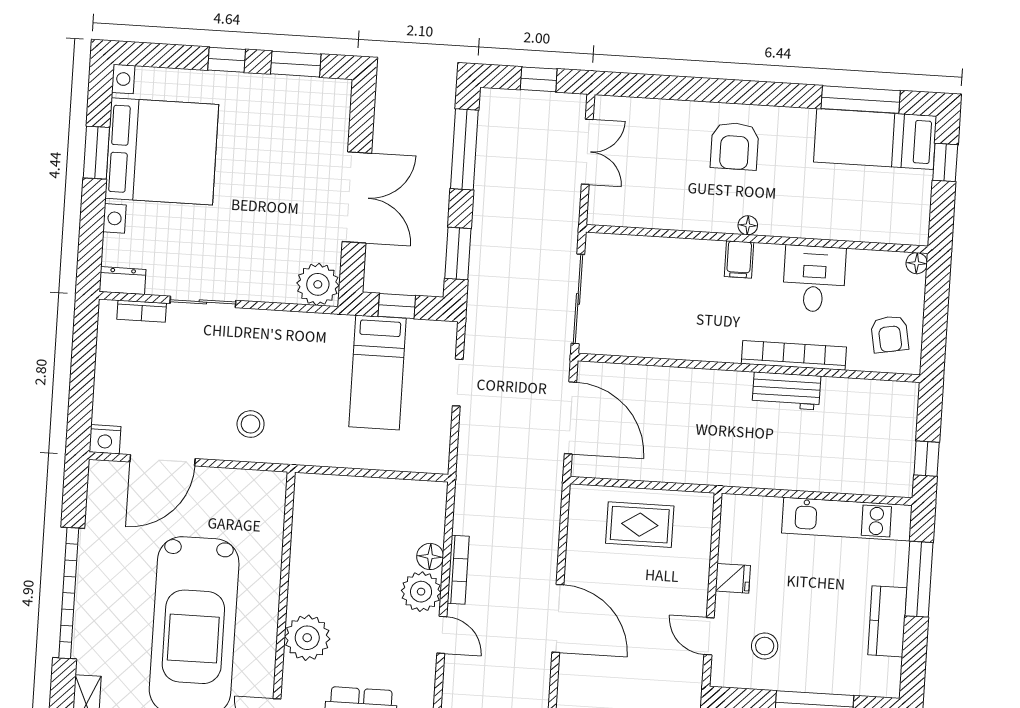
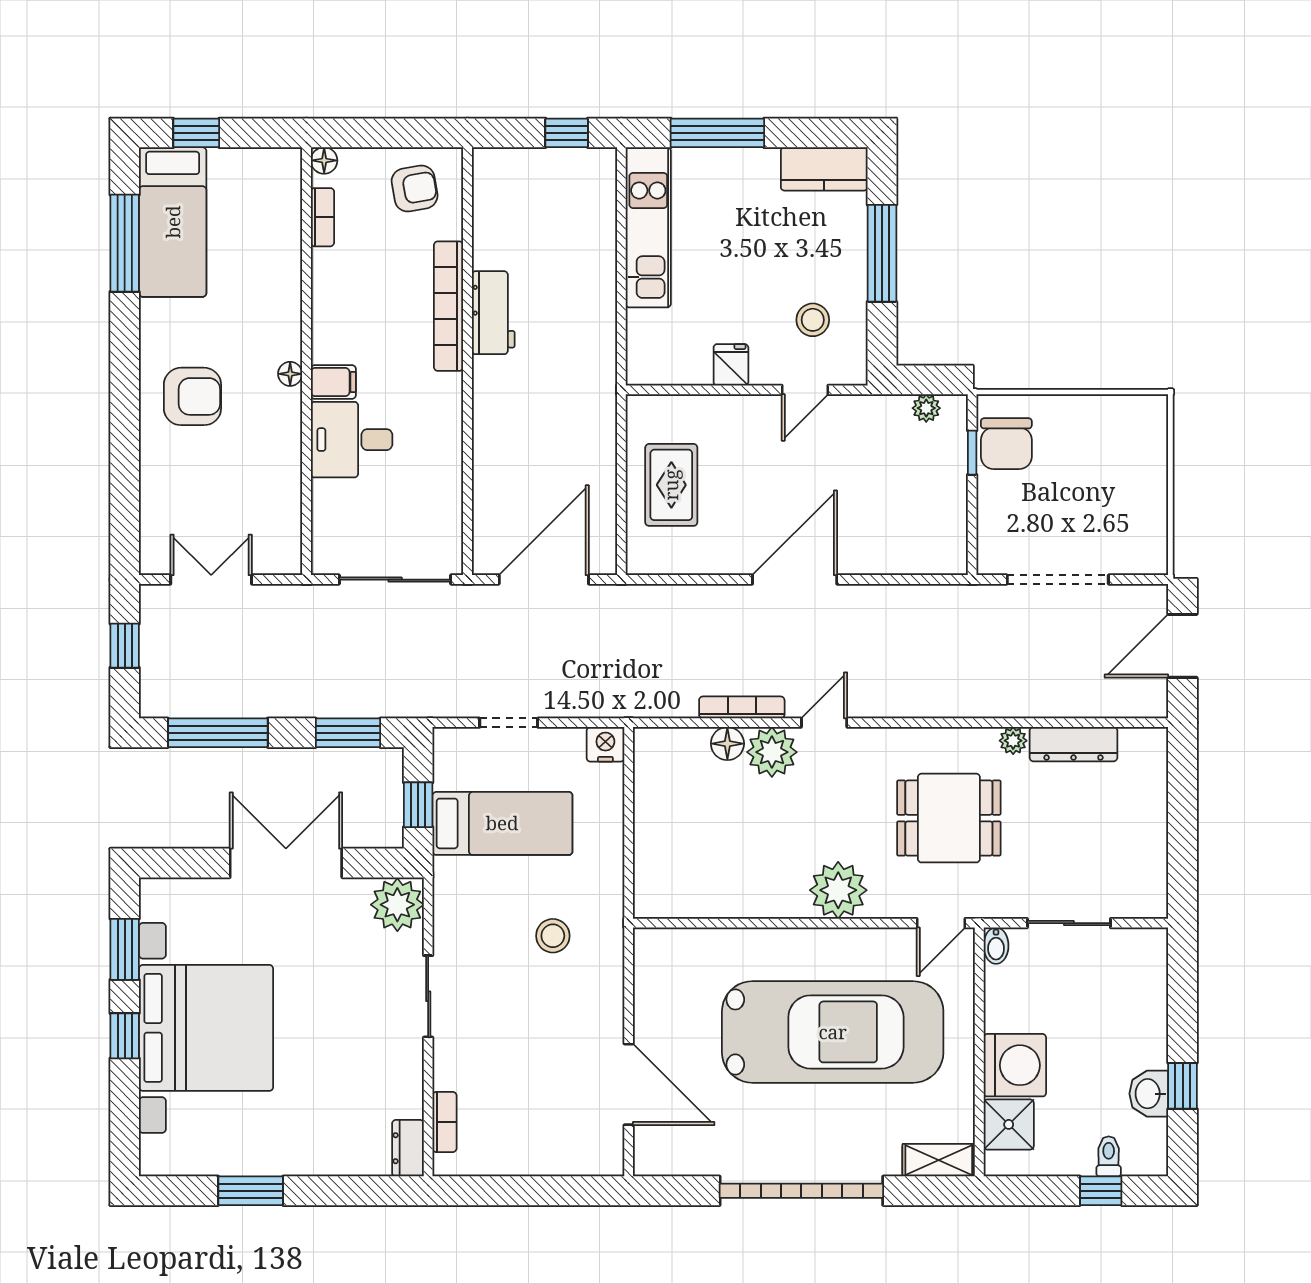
bed with nightstands: (162, 151) -> (206, 1028), moved, turned 90
bookcase: (871, 259) -> (322, 217), added
desk: (814, 279) -> (352, 440), moved
sliding door: (203, 302) -> (428, 996), moved
stool: (251, 424) -> (553, 936), moved
nightstand: (105, 439) -> (605, 744), moved, turned -90
kitchen counter: (887, 621) -> (824, 169), moved

